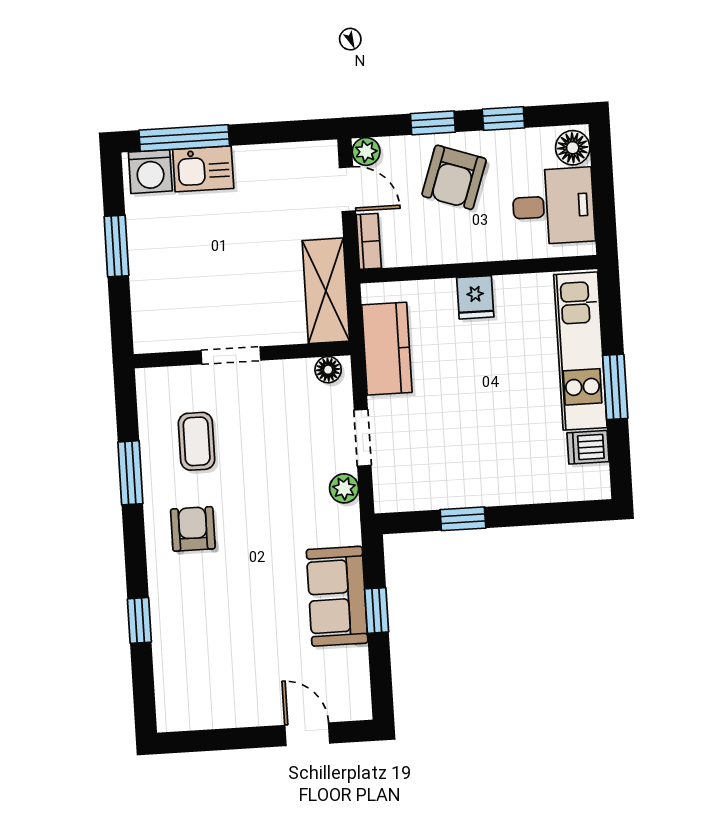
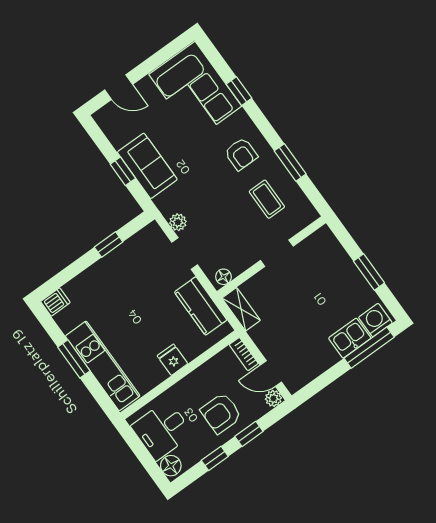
armchair: (454, 177) -> (221, 413), turned -109
shelving: (326, 291) -> (241, 309), width x0.67, depth x0.75
dishwasher: (588, 447) -> (55, 302), moved
corner sofa: (201, 661) -> (195, 90), added

